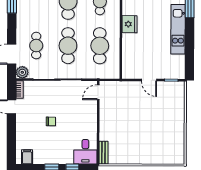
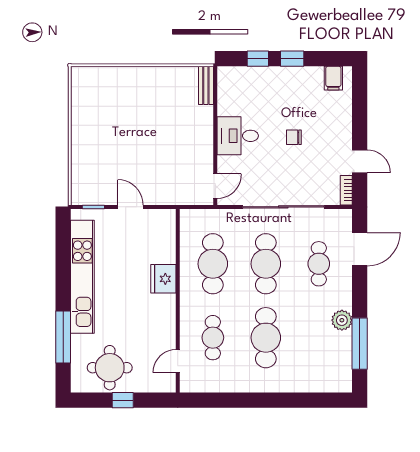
fridge: (129, 24) -> (163, 279), moved
kitchen unit: (178, 29) -> (82, 277), width x1.36
plant: (22, 72) -> (342, 320), moved
desk: (85, 152) -> (238, 136), moved, turned -90

